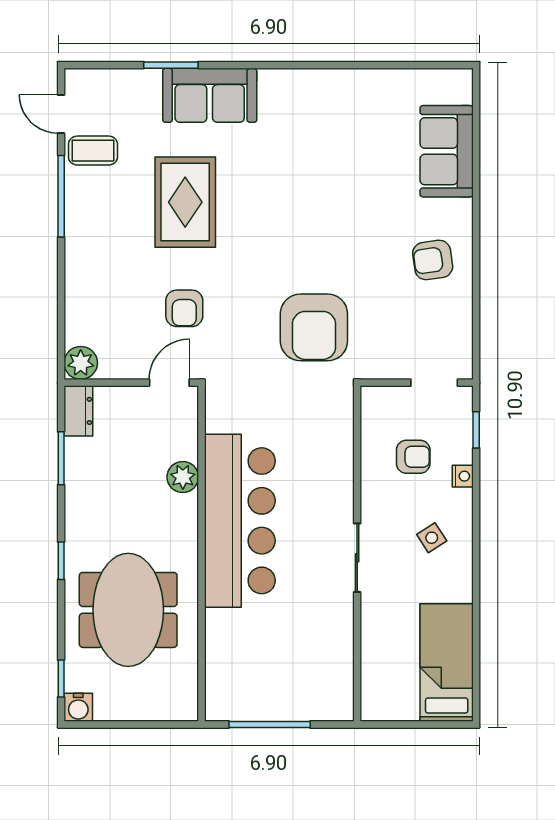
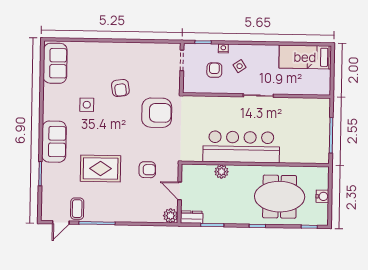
sofa: (210, 95) -> (54, 142), moved
sofa: (447, 151) -> (55, 63), moved, turned -90
side table: (329, 168) -> (87, 105), added
armchair: (433, 260) -> (120, 88), moved
door: (169, 383) -> (180, 191), moved
side table: (432, 538) -> (240, 66), moved
water cooler: (78, 707) -> (322, 196), moved

